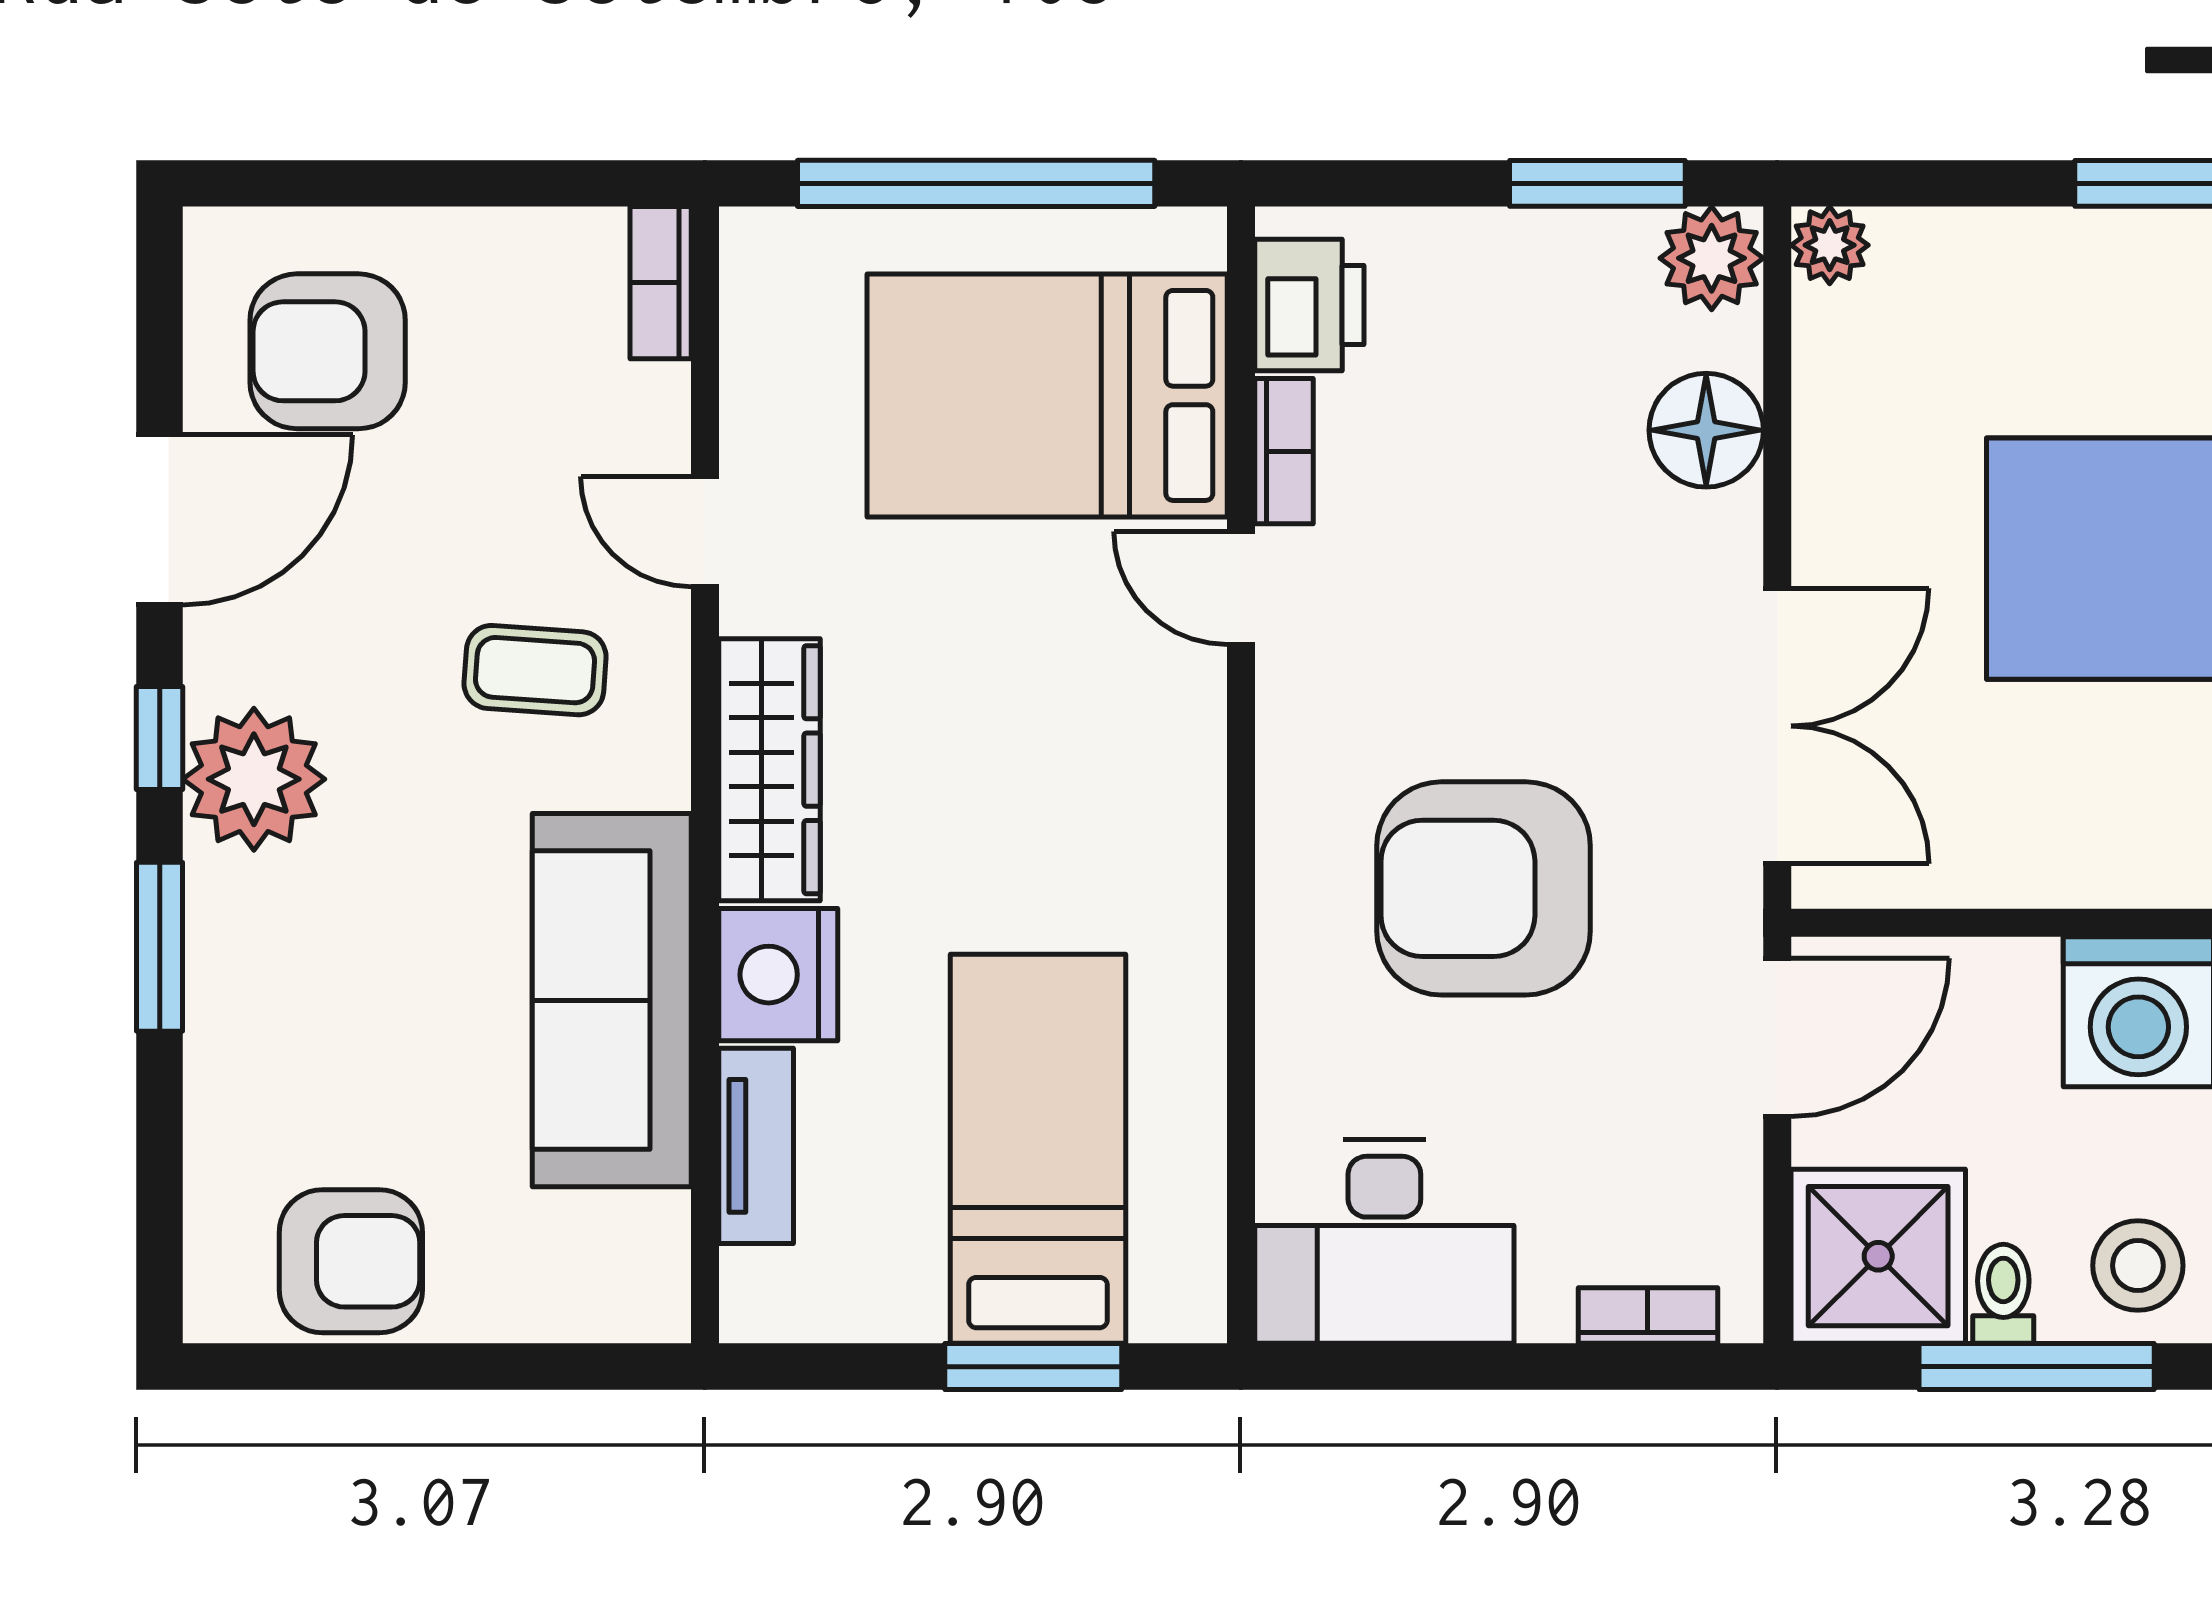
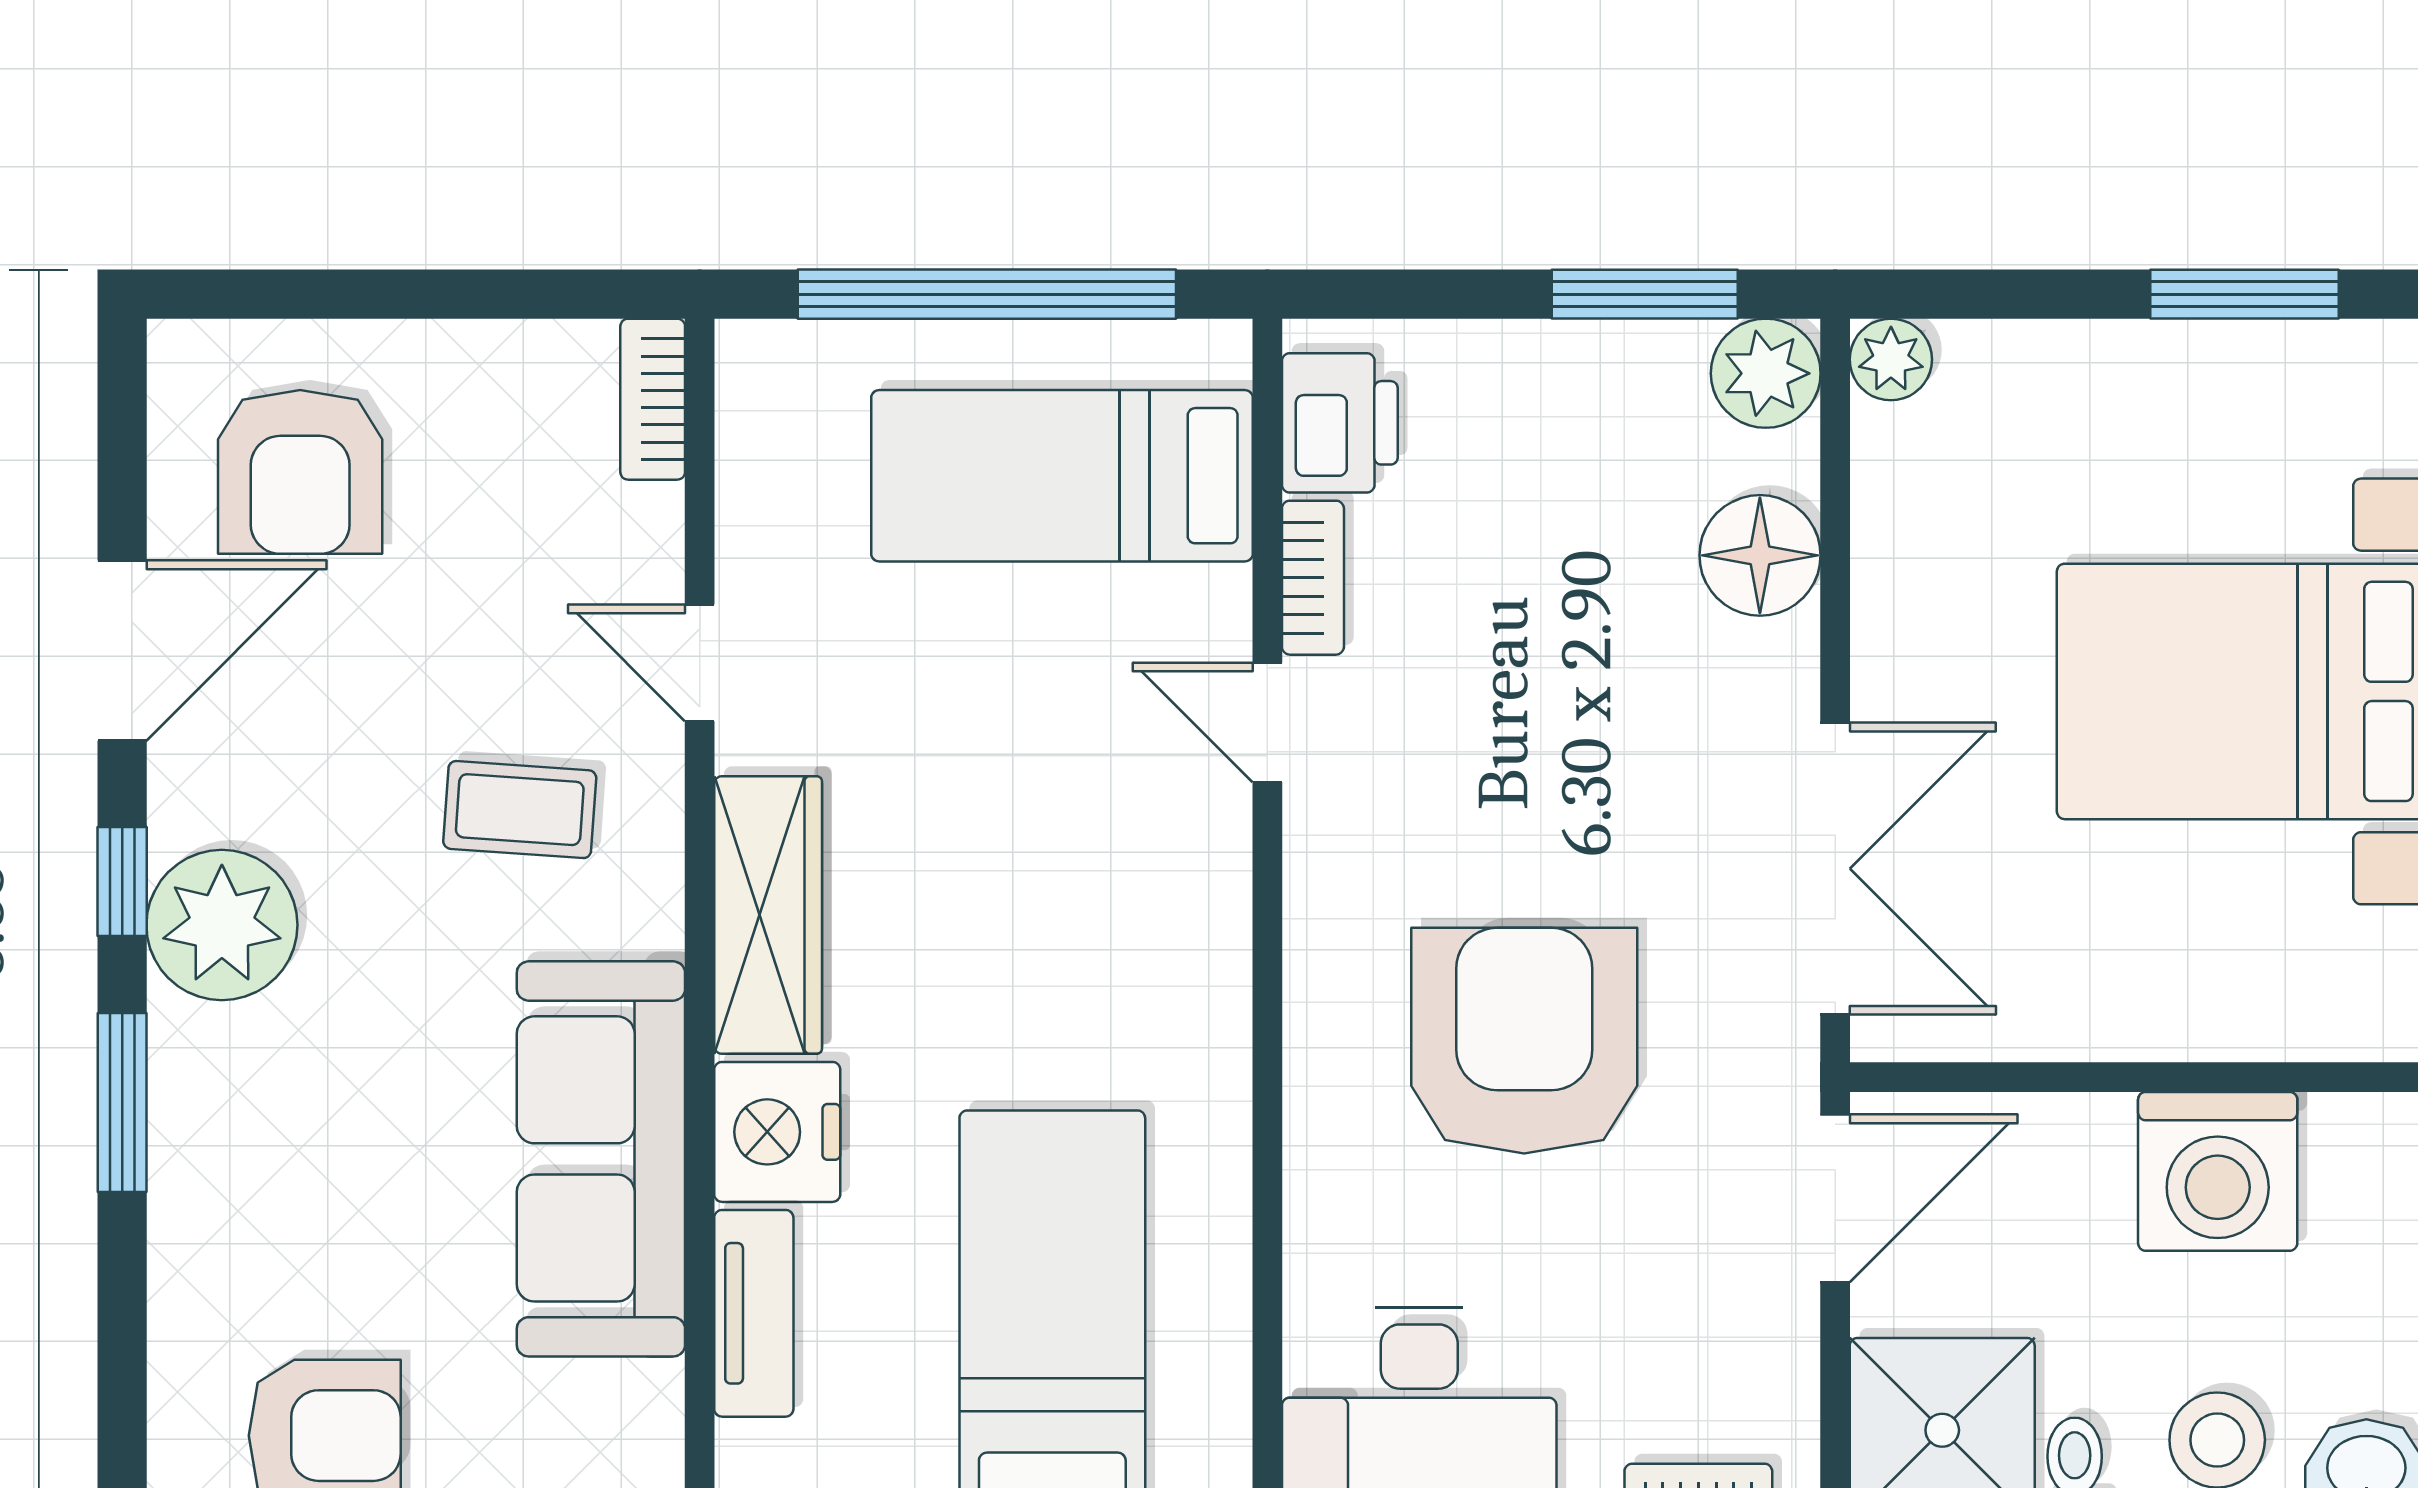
armchair: (328, 351) -> (300, 472), turned -90
bed: (1047, 395) -> (1062, 476), width x0.67
armchair: (1484, 888) -> (1524, 1041), turned 90

